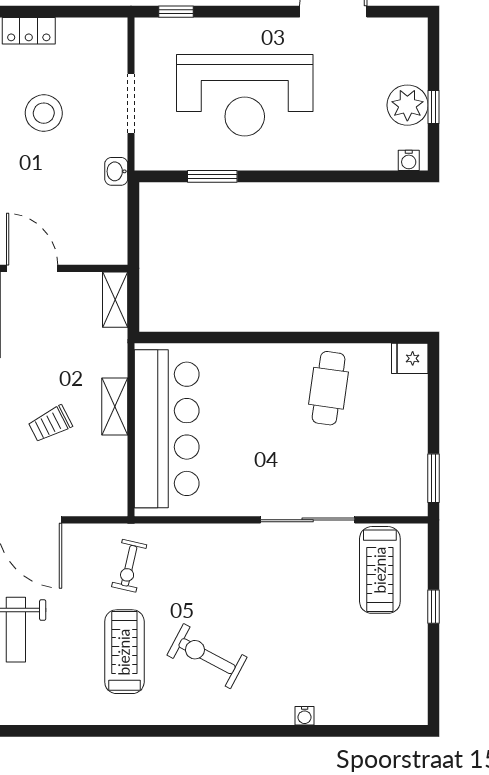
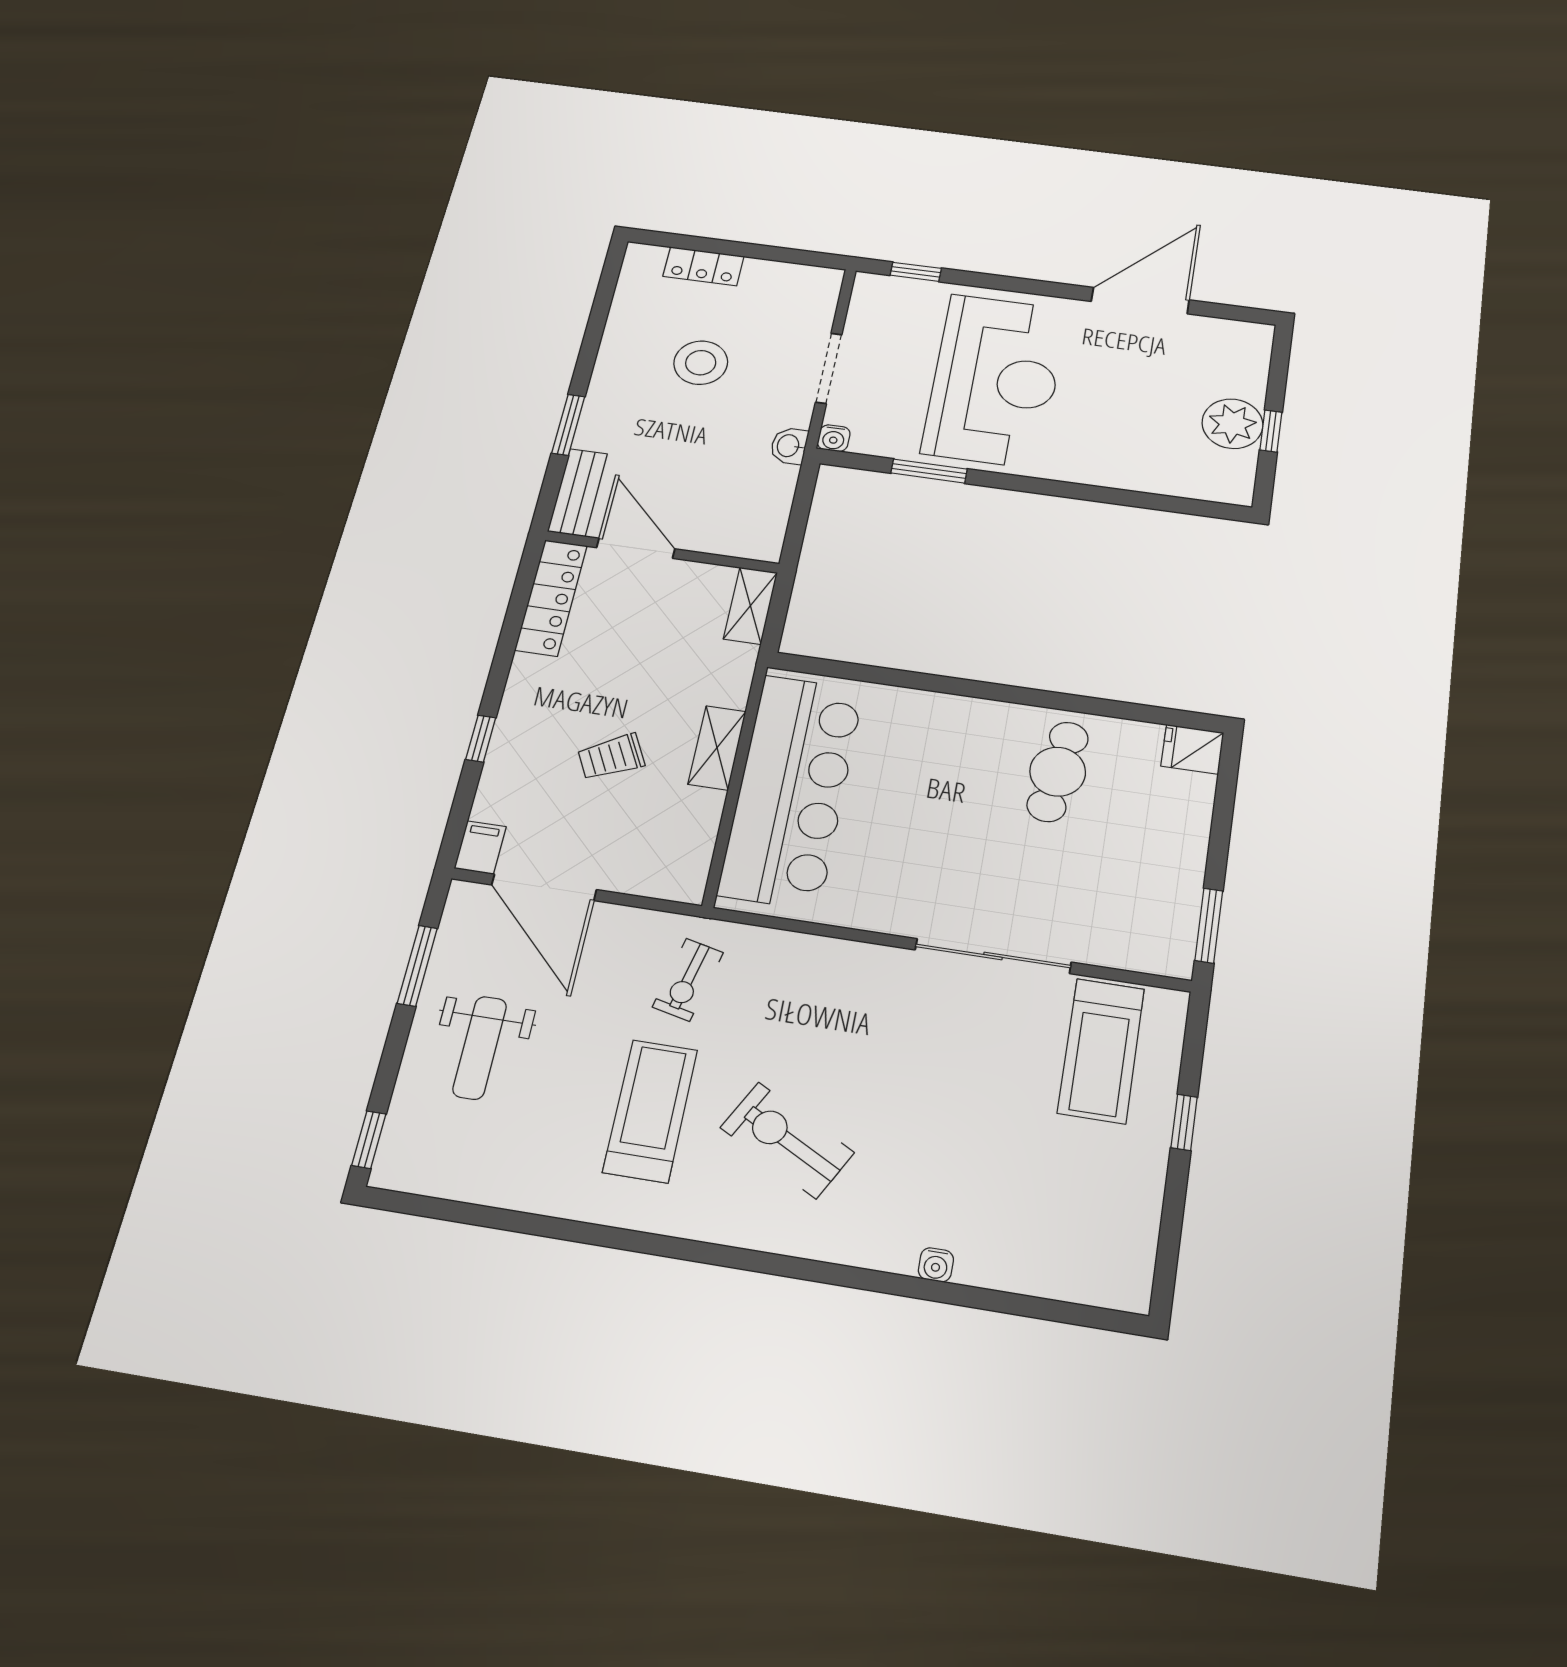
reception desk: (245, 95) -> (995, 380), turned -90
water cooler: (409, 160) -> (834, 438), moved

